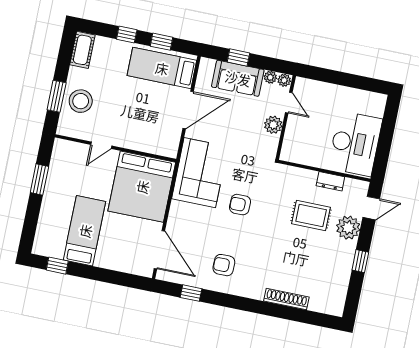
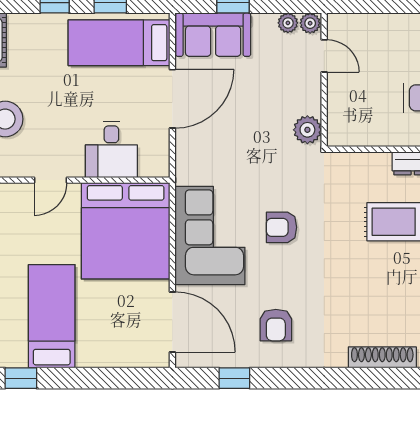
sofa: (238, 78) -> (213, 35), moved
plant: (273, 125) -> (307, 130), moved
desk: (143, 134) -> (111, 149), added
corner sofa: (200, 173) -> (210, 236), moved
armchair: (224, 265) -> (276, 325), turned -90

